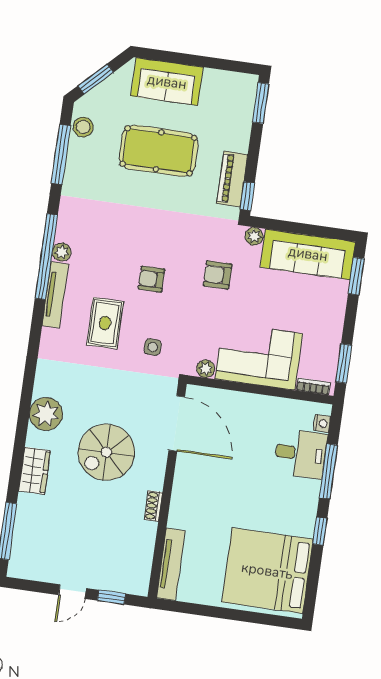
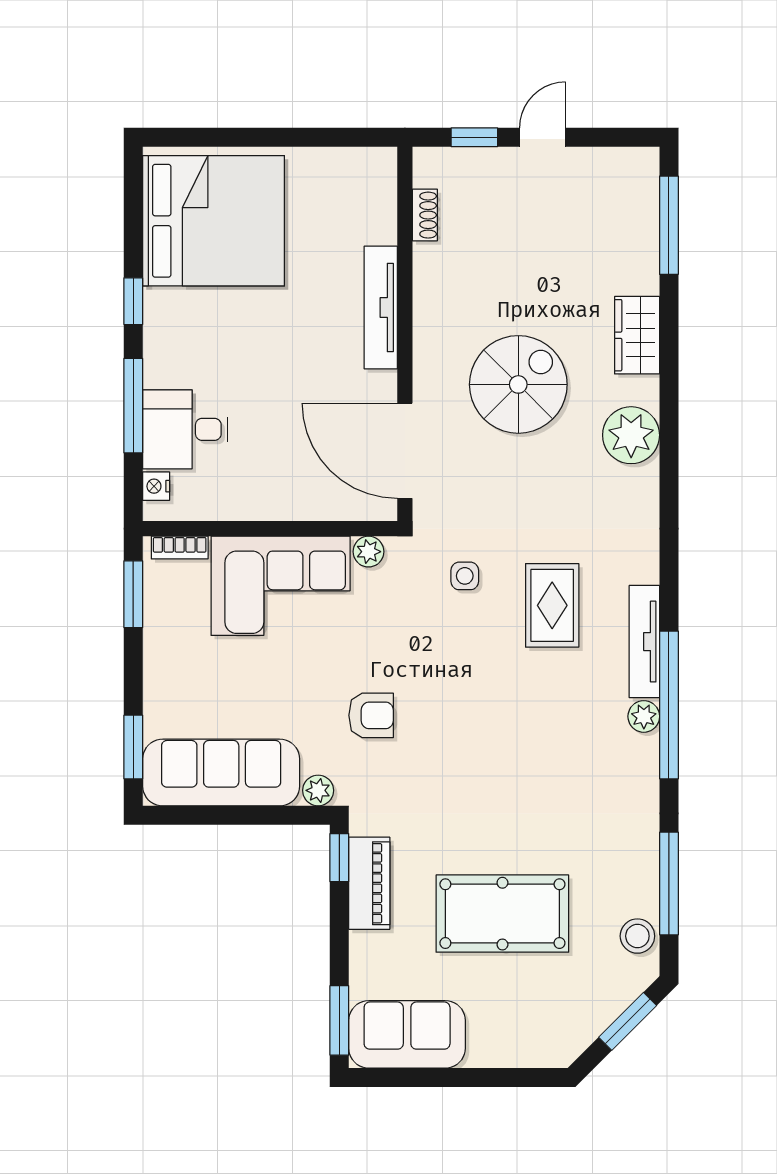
sofa: (167, 82) -> (407, 1034), moved
armchair: (151, 279) -> (483, 692), removed
shoe rack: (153, 506) -> (425, 215), moved
tv unit: (171, 564) -> (381, 307), moved

